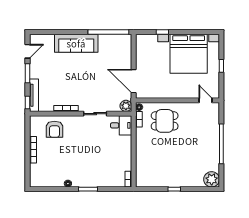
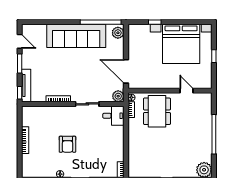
sofa: (76, 43) -> (76, 36), width x1.36, depth x1.27
plant: (126, 43) -> (118, 33), added
door: (28, 51) -> (20, 41), hinge flipped
door: (205, 100) -> (187, 91), moved
dining table: (165, 121) -> (157, 111), width x1.38
armchair: (54, 129) -> (67, 144), moved

